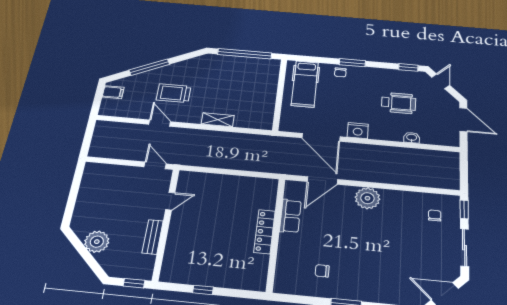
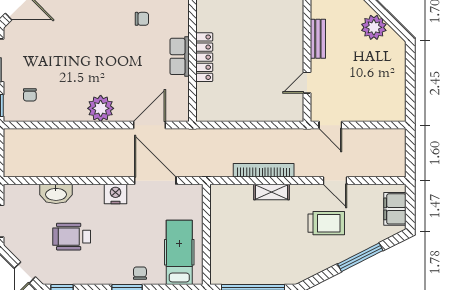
filing cabinet: (113, 92) -> (395, 209), width x2.00
bookcase: (222, 136) -> (264, 170), added
washbasin: (412, 138) -> (56, 194), width x1.91, depth x1.45
row of seats: (290, 216) -> (180, 56), moved

